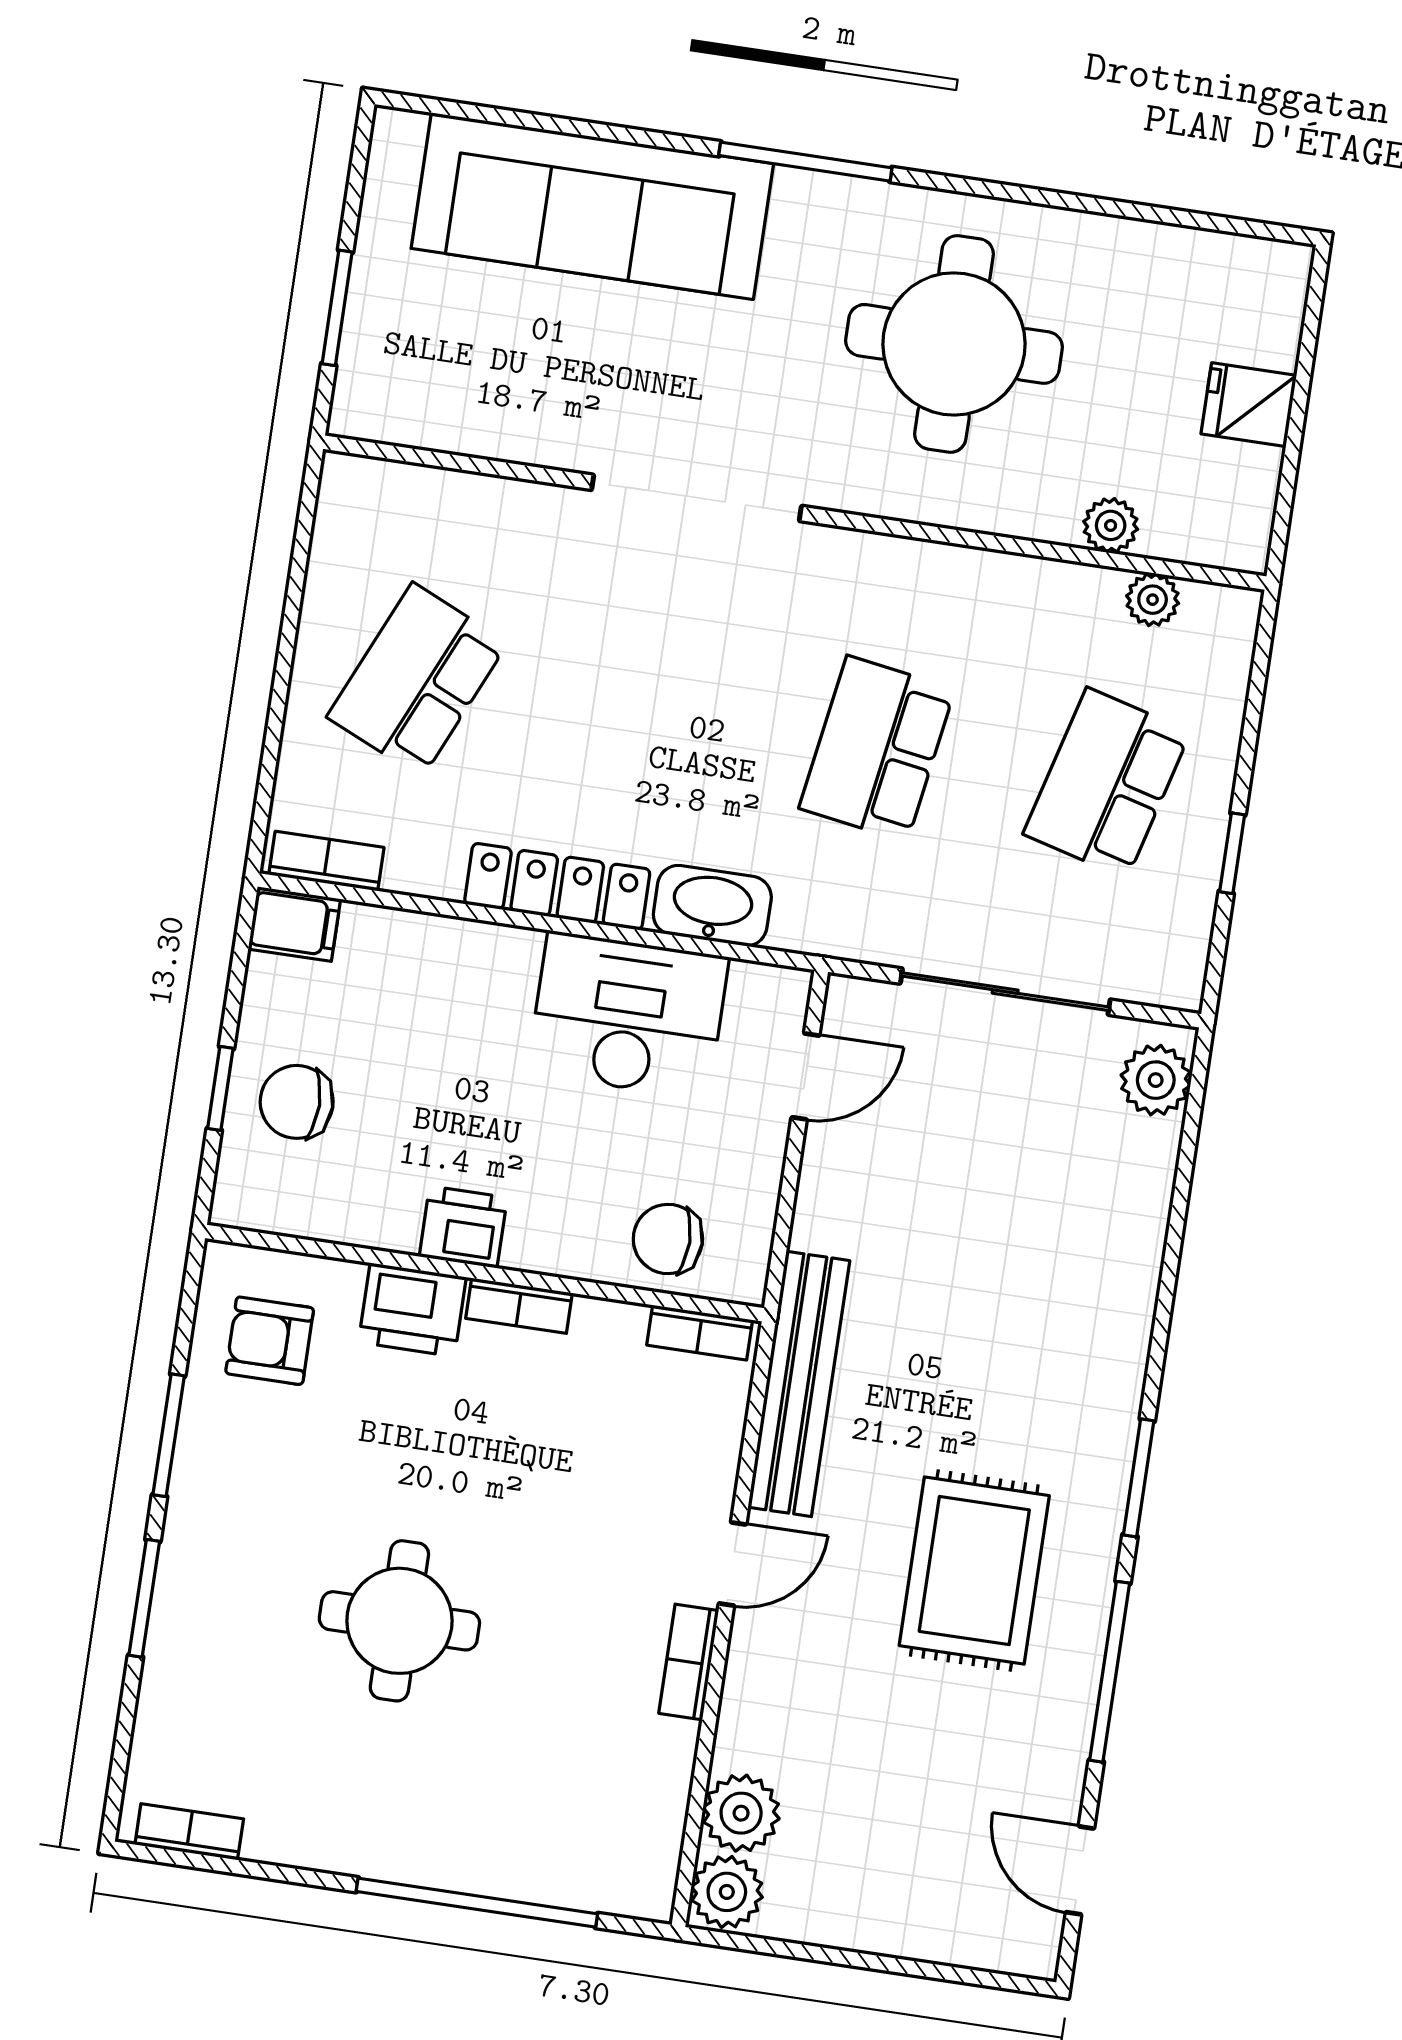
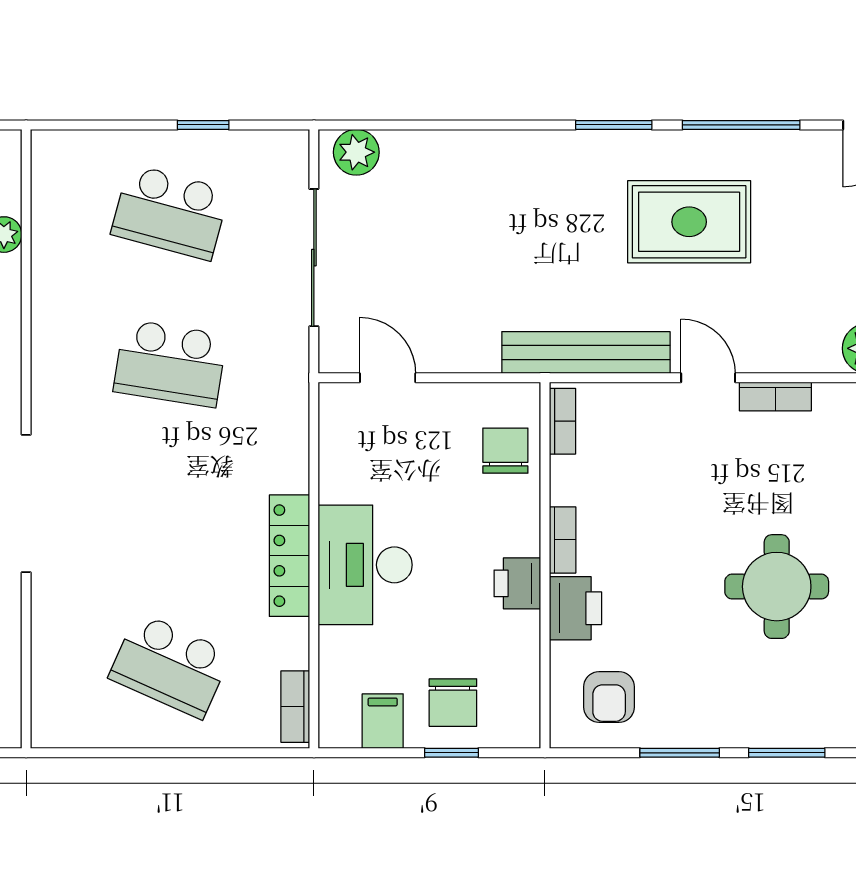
plant: (1153, 600) -> (48, 200), removed
washbasin: (712, 906) -> (287, 454), removed
filing cabinet: (294, 924) -> (383, 721), moved
desk: (628, 1015) -> (365, 565), moved
chair: (668, 1239) -> (505, 451), turned 180

